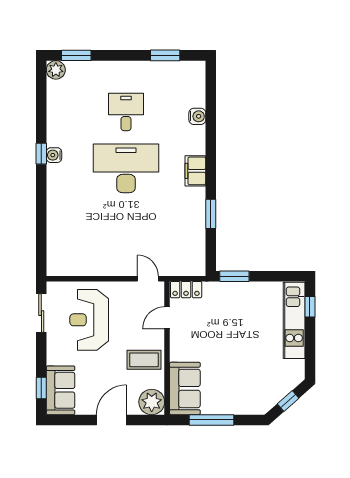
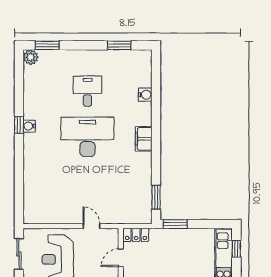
window: (211, 214) -> (156, 197), moved
door: (148, 279) -> (92, 226), moved

